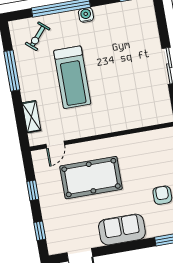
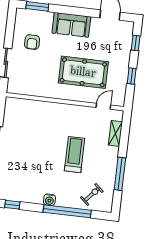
treadmill: (72, 77) -> (75, 155), width x0.73, depth x0.73

